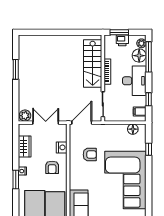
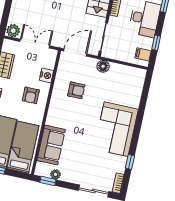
floor lamp: (133, 129) -> (103, 66), moved
window: (149, 149) -> (130, 162), moved
corner sofa: (125, 180) -> (116, 129), width x0.73, depth x0.74

